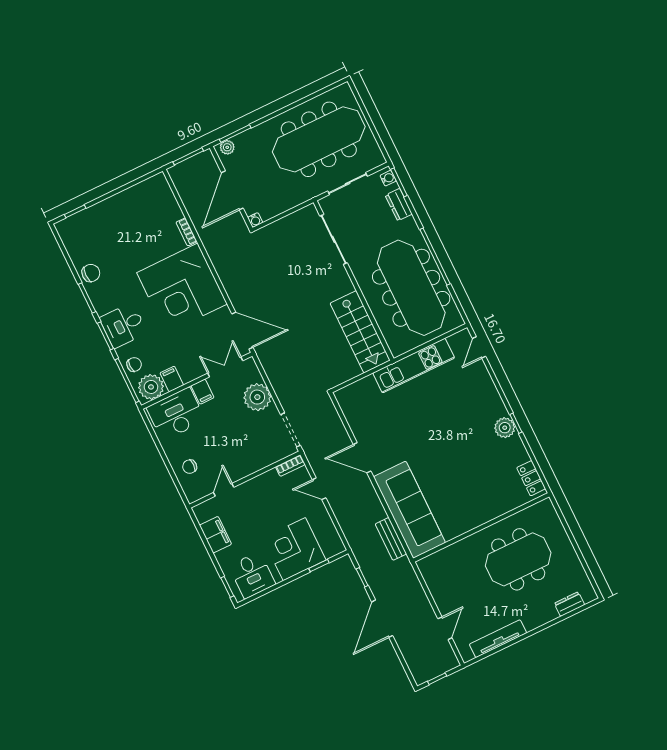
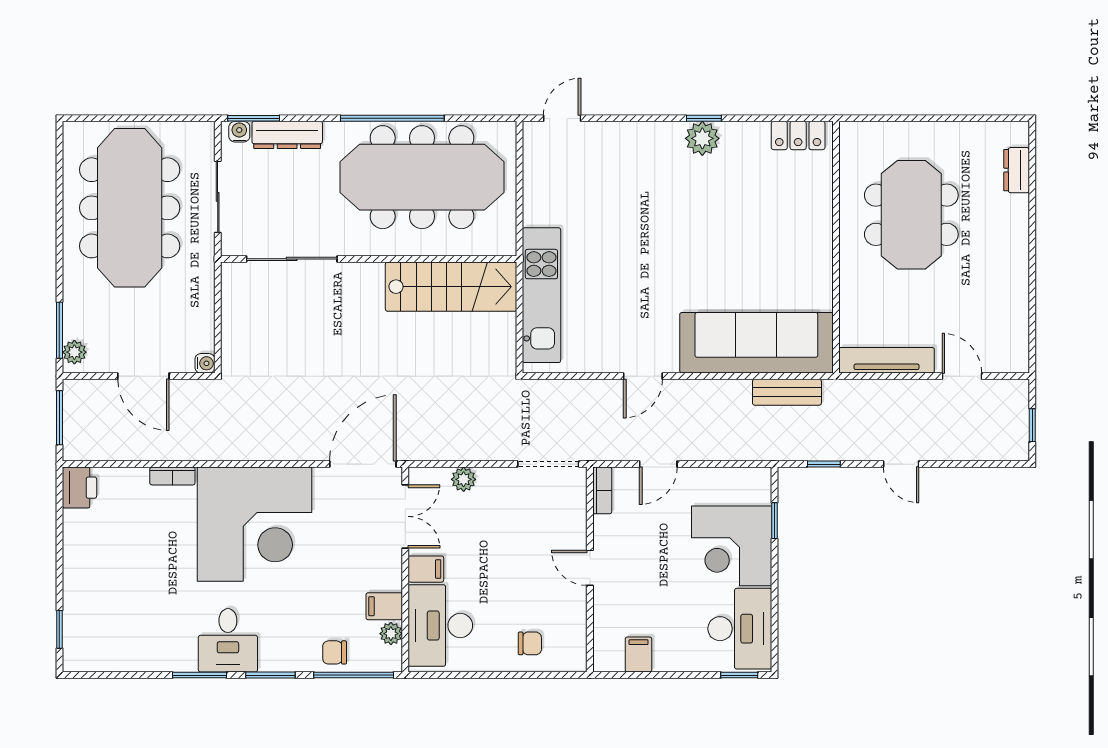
printer: (156, 185) -> (79, 488), added
door: (232, 190) -> (143, 376), width x0.73
dresser: (399, 205) -> (287, 135), width x1.44
chair: (91, 273) -> (164, 651), removed
desk: (123, 325) -> (228, 640), moved
door: (479, 347) -> (562, 118), swing flipped
chair: (134, 364) -> (335, 652), turned -90
kitchen unit: (414, 366) -> (541, 295), moved
double door: (225, 367) -> (405, 516), swing flipped
plant: (151, 387) -> (391, 634), width x0.53, depth x0.53
plant: (257, 397) -> (464, 479), width x0.53, depth x0.53
door: (362, 458) -> (643, 376), width x0.73
chair: (190, 467) -> (530, 643), turned -90
door: (224, 490) -> (590, 568), moved
filing cabinet: (215, 535) -> (638, 654), width x0.50
desk: (252, 575) -> (740, 629), width x1.37
door: (382, 619) -> (901, 464), width x0.53
tv unit: (498, 639) -> (887, 360), moved, turned 90

